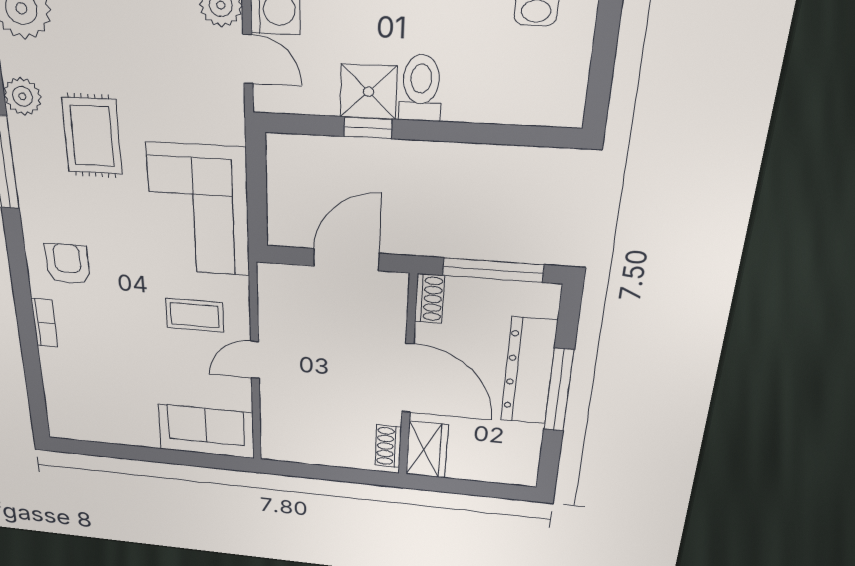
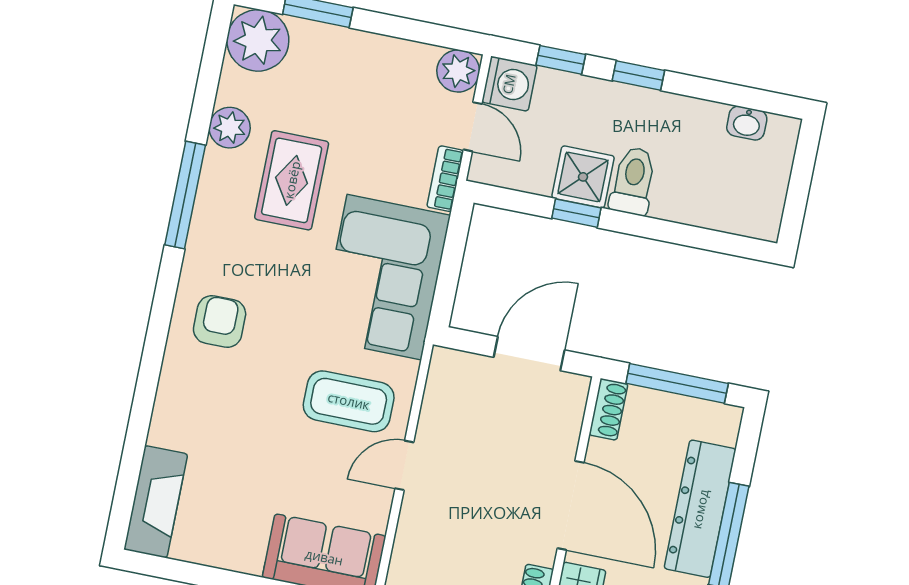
coffee table: (195, 315) -> (349, 401), width x1.36, depth x1.30
bookcase: (44, 323) -> (445, 179), moved, turned 180
fireplace: (62, 403) -> (156, 502), added

